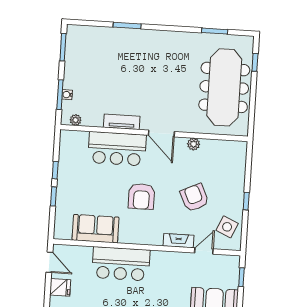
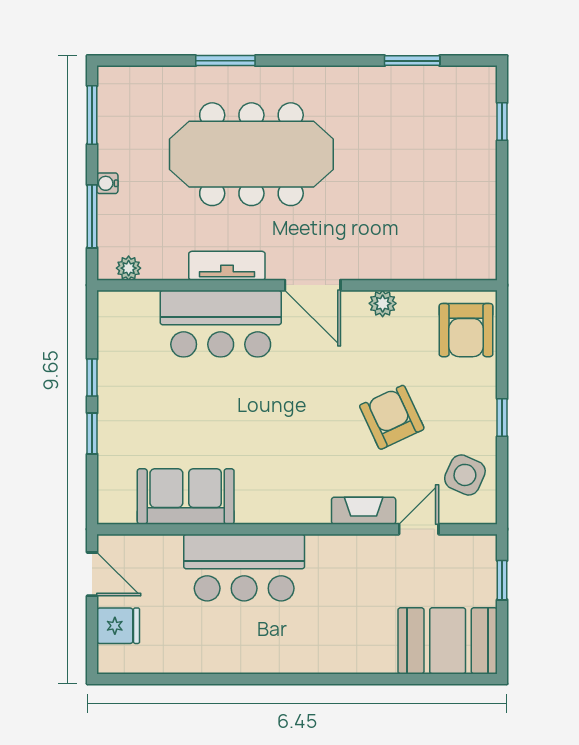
meeting table: (224, 87) -> (251, 154), moved, turned 90
water cooler: (67, 95) -> (107, 183), moved
armchair: (141, 196) -> (466, 330), moved

